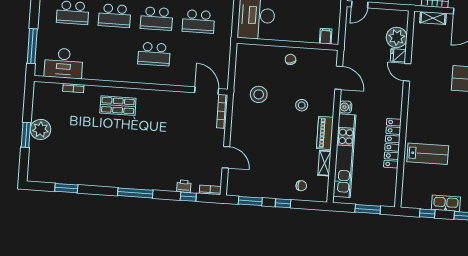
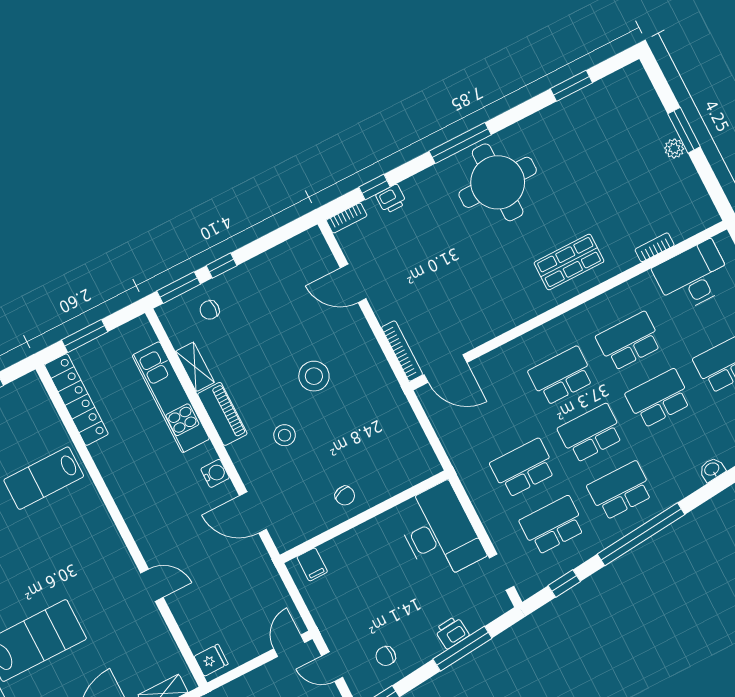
plant: (397, 37) -> (201, 629), removed
school desk: (112, 51) -> (629, 341), added
fridge: (398, 55) -> (211, 660), moved
stool: (259, 94) -> (314, 376), moved
plant: (41, 129) -> (674, 148), width x0.53, depth x0.53
locker: (392, 143) -> (76, 400), moved
kitchen unit: (345, 156) -> (171, 397), width x0.73
round table: (129, 164) -> (498, 182), added
window: (250, 201) -> (179, 288), moved

